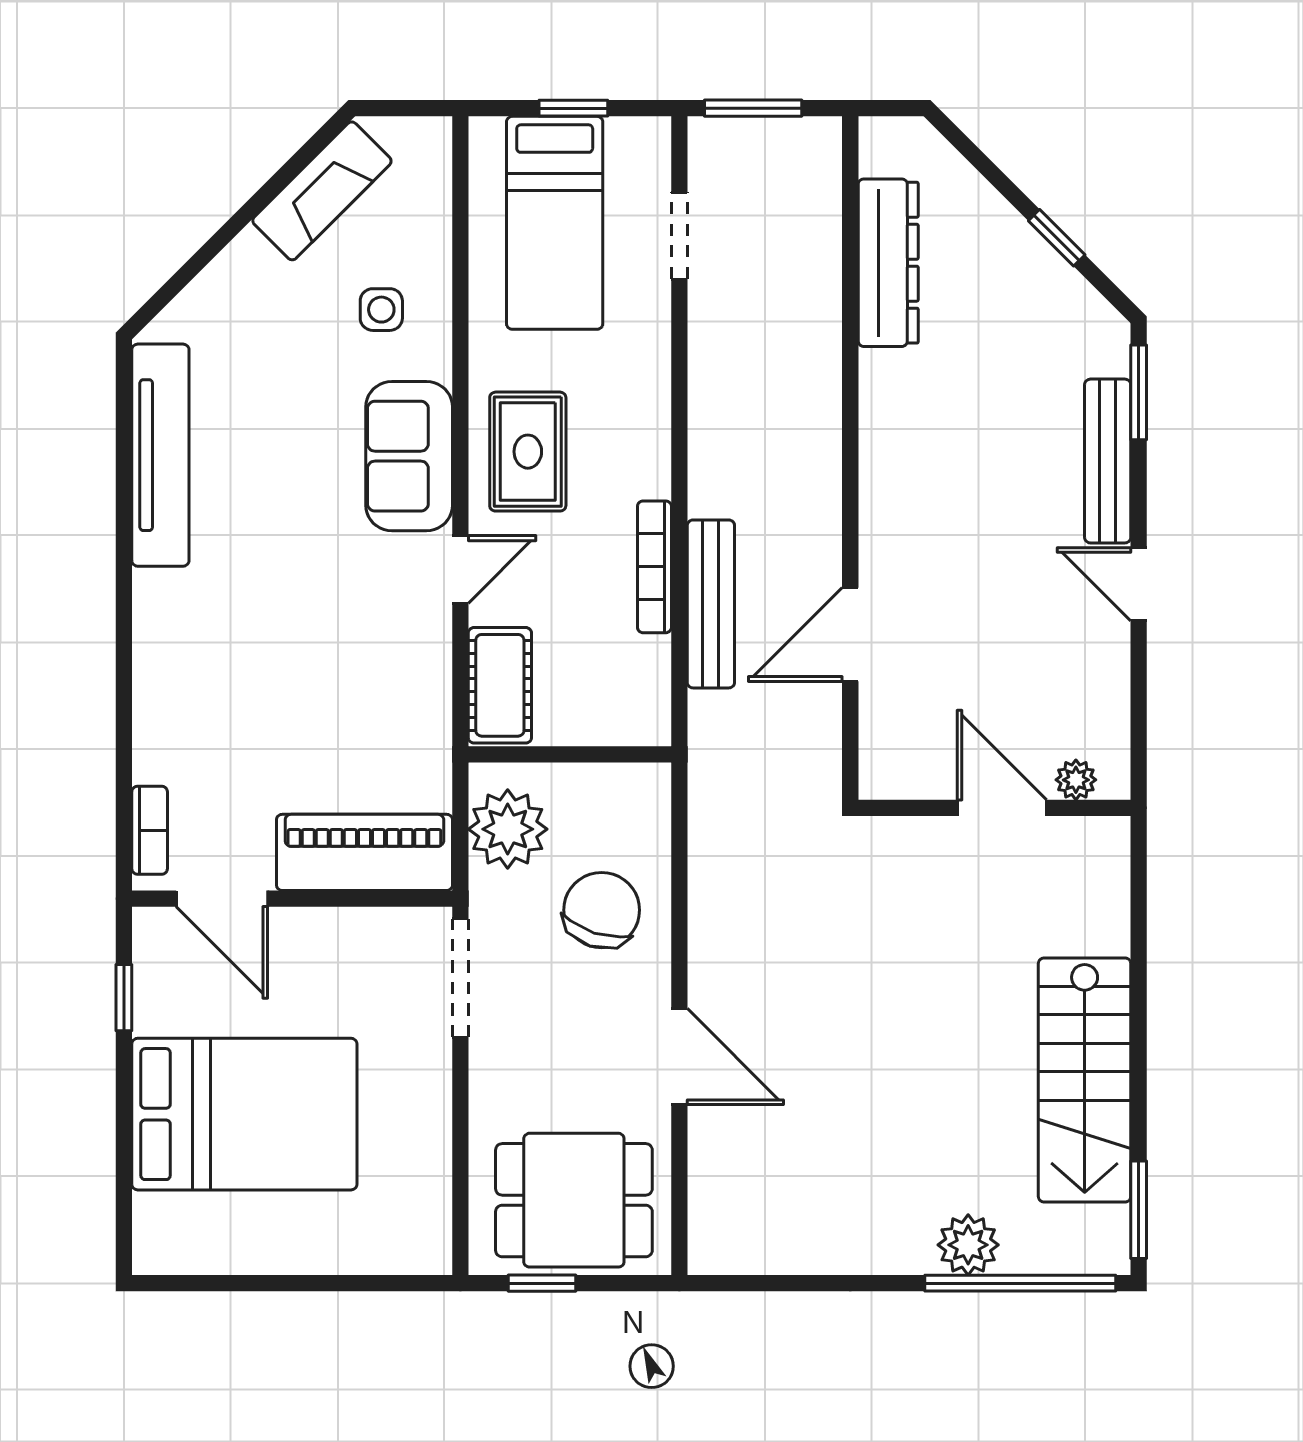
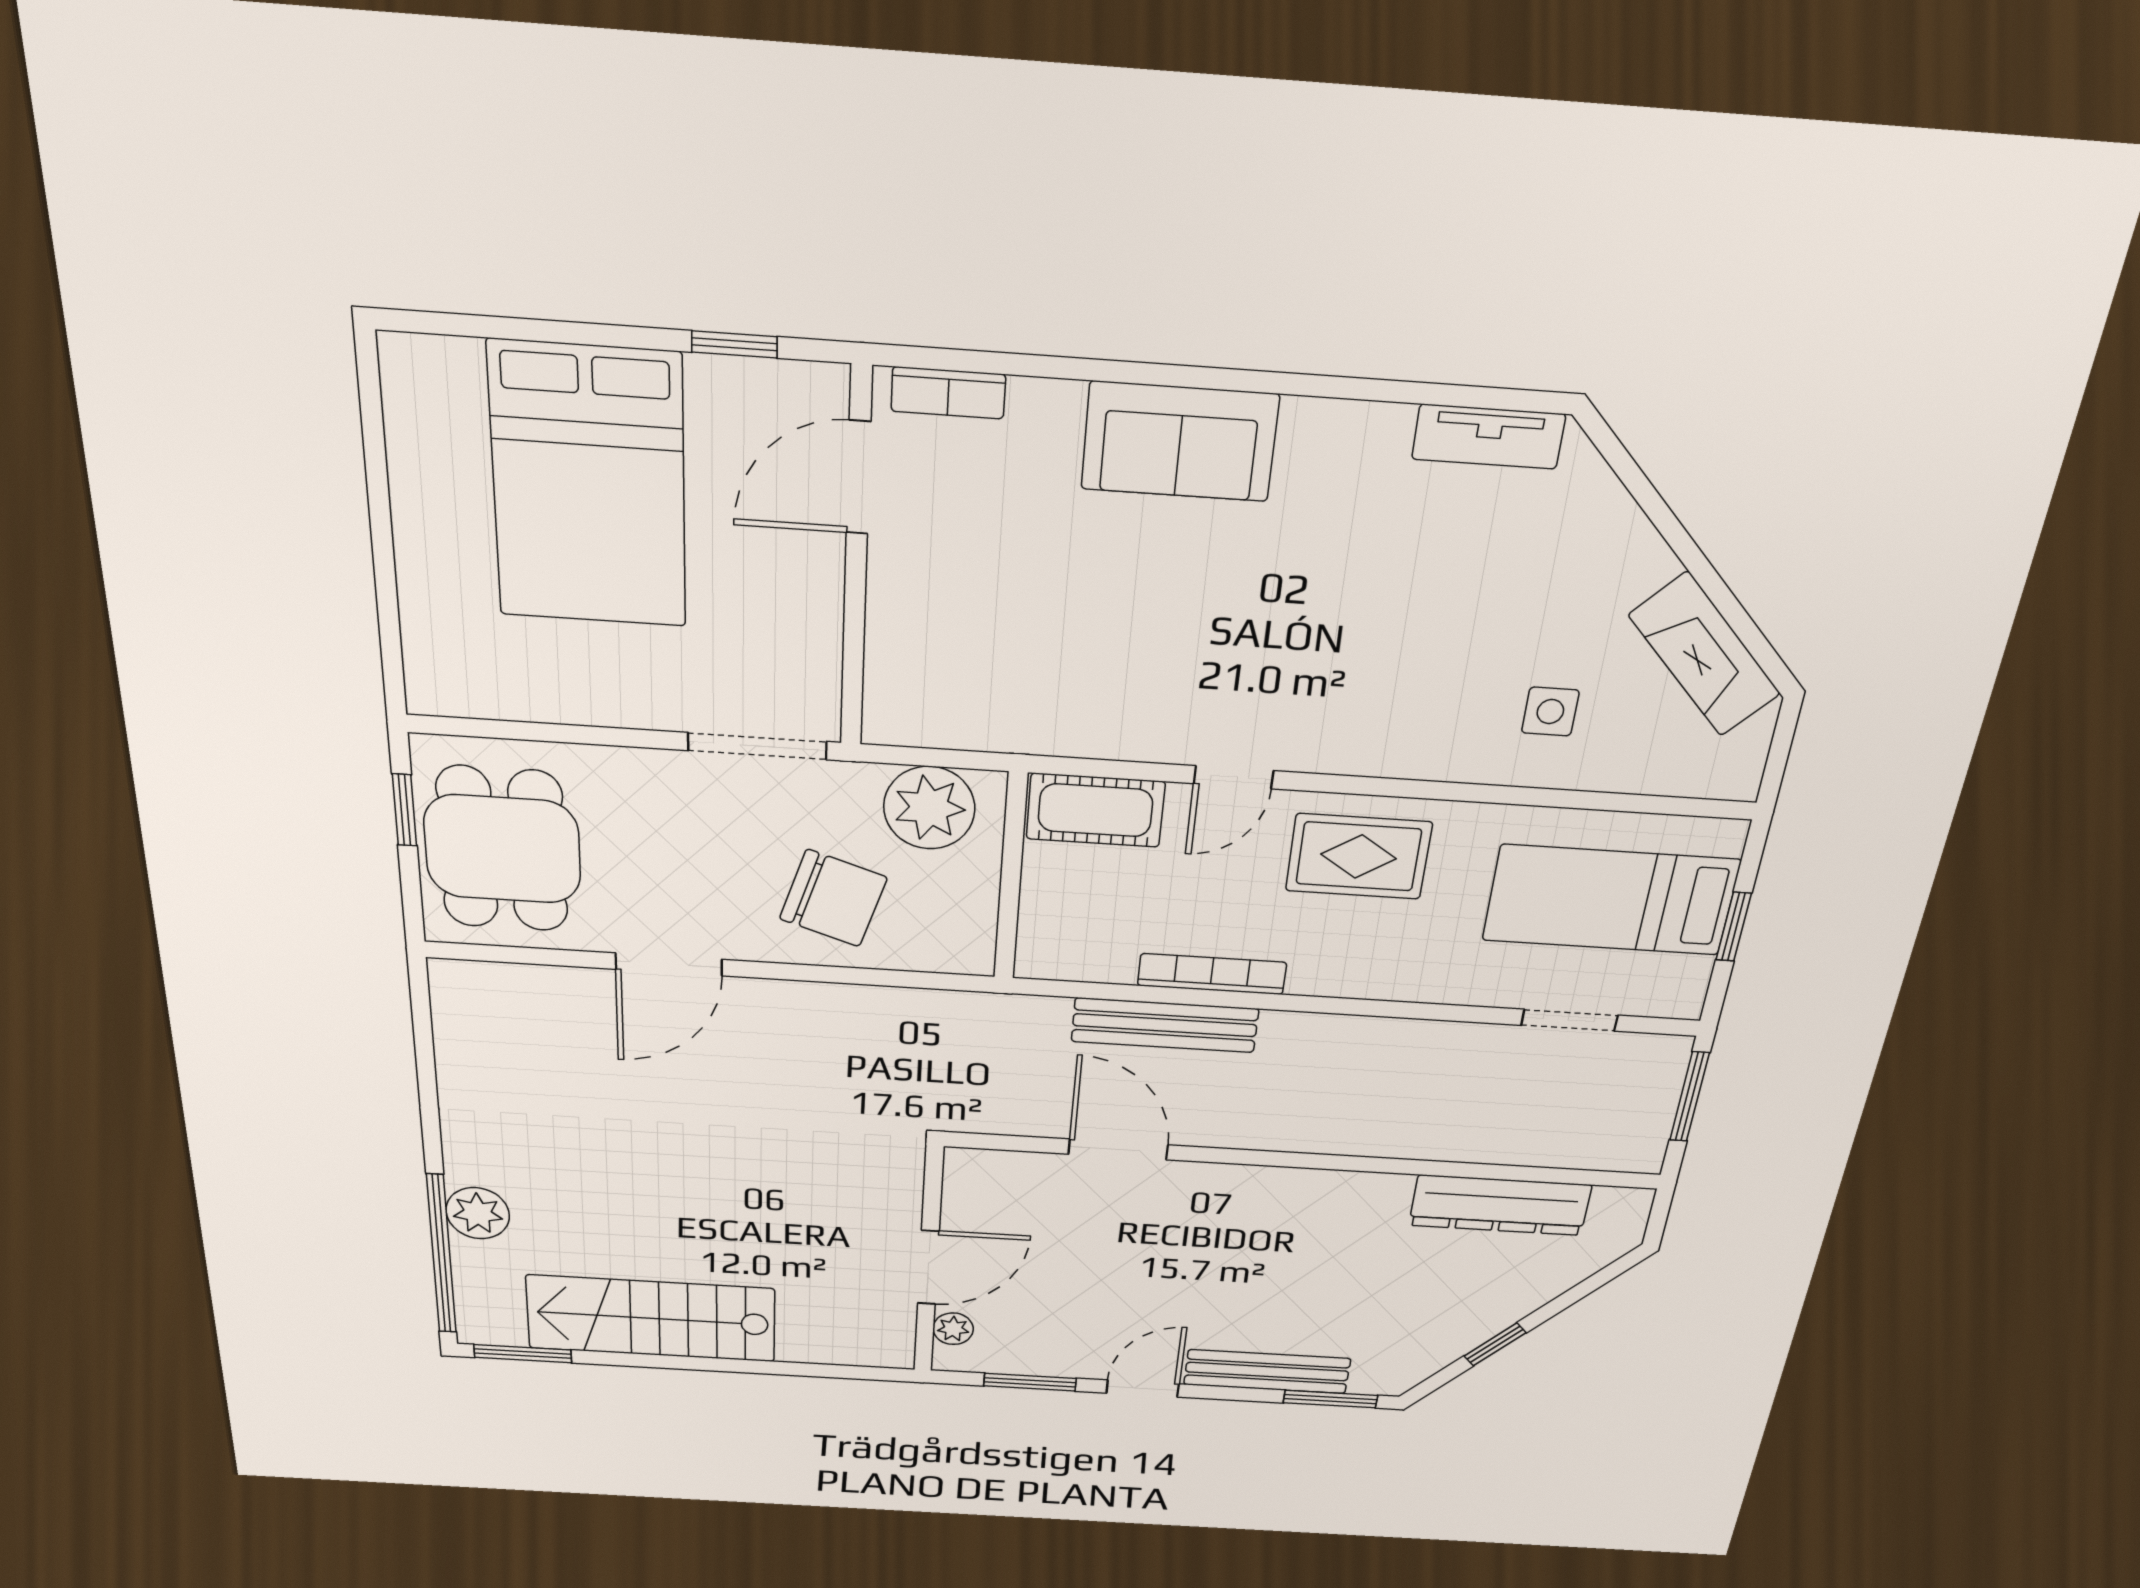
tv unit: (160, 455) -> (1488, 437), width x0.52, depth x0.78
sofa: (409, 456) -> (1180, 442), moved, turned 180
door: (460, 570) -> (1234, 777), hinge flipped
window: (1139, 699) -> (1030, 1382), added
piano: (364, 852) -> (909, 650), removed

